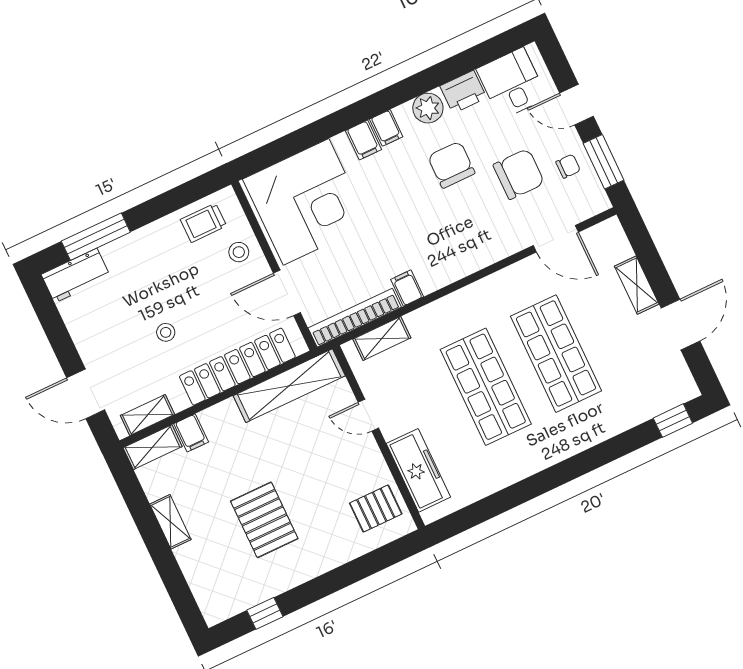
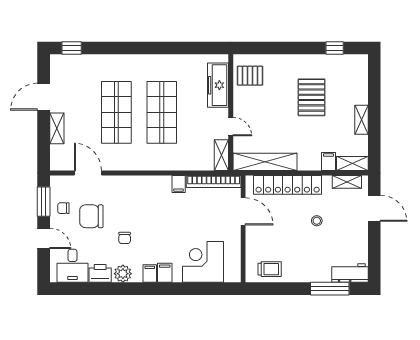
chair: (451, 165) -> (125, 238), width x0.54, depth x0.54
corner desk: (306, 202) -> (203, 262), width x0.74, depth x0.74
stool: (239, 252) -> (258, 245), removed
shelving: (382, 339) -> (221, 155), moved, turned 90

